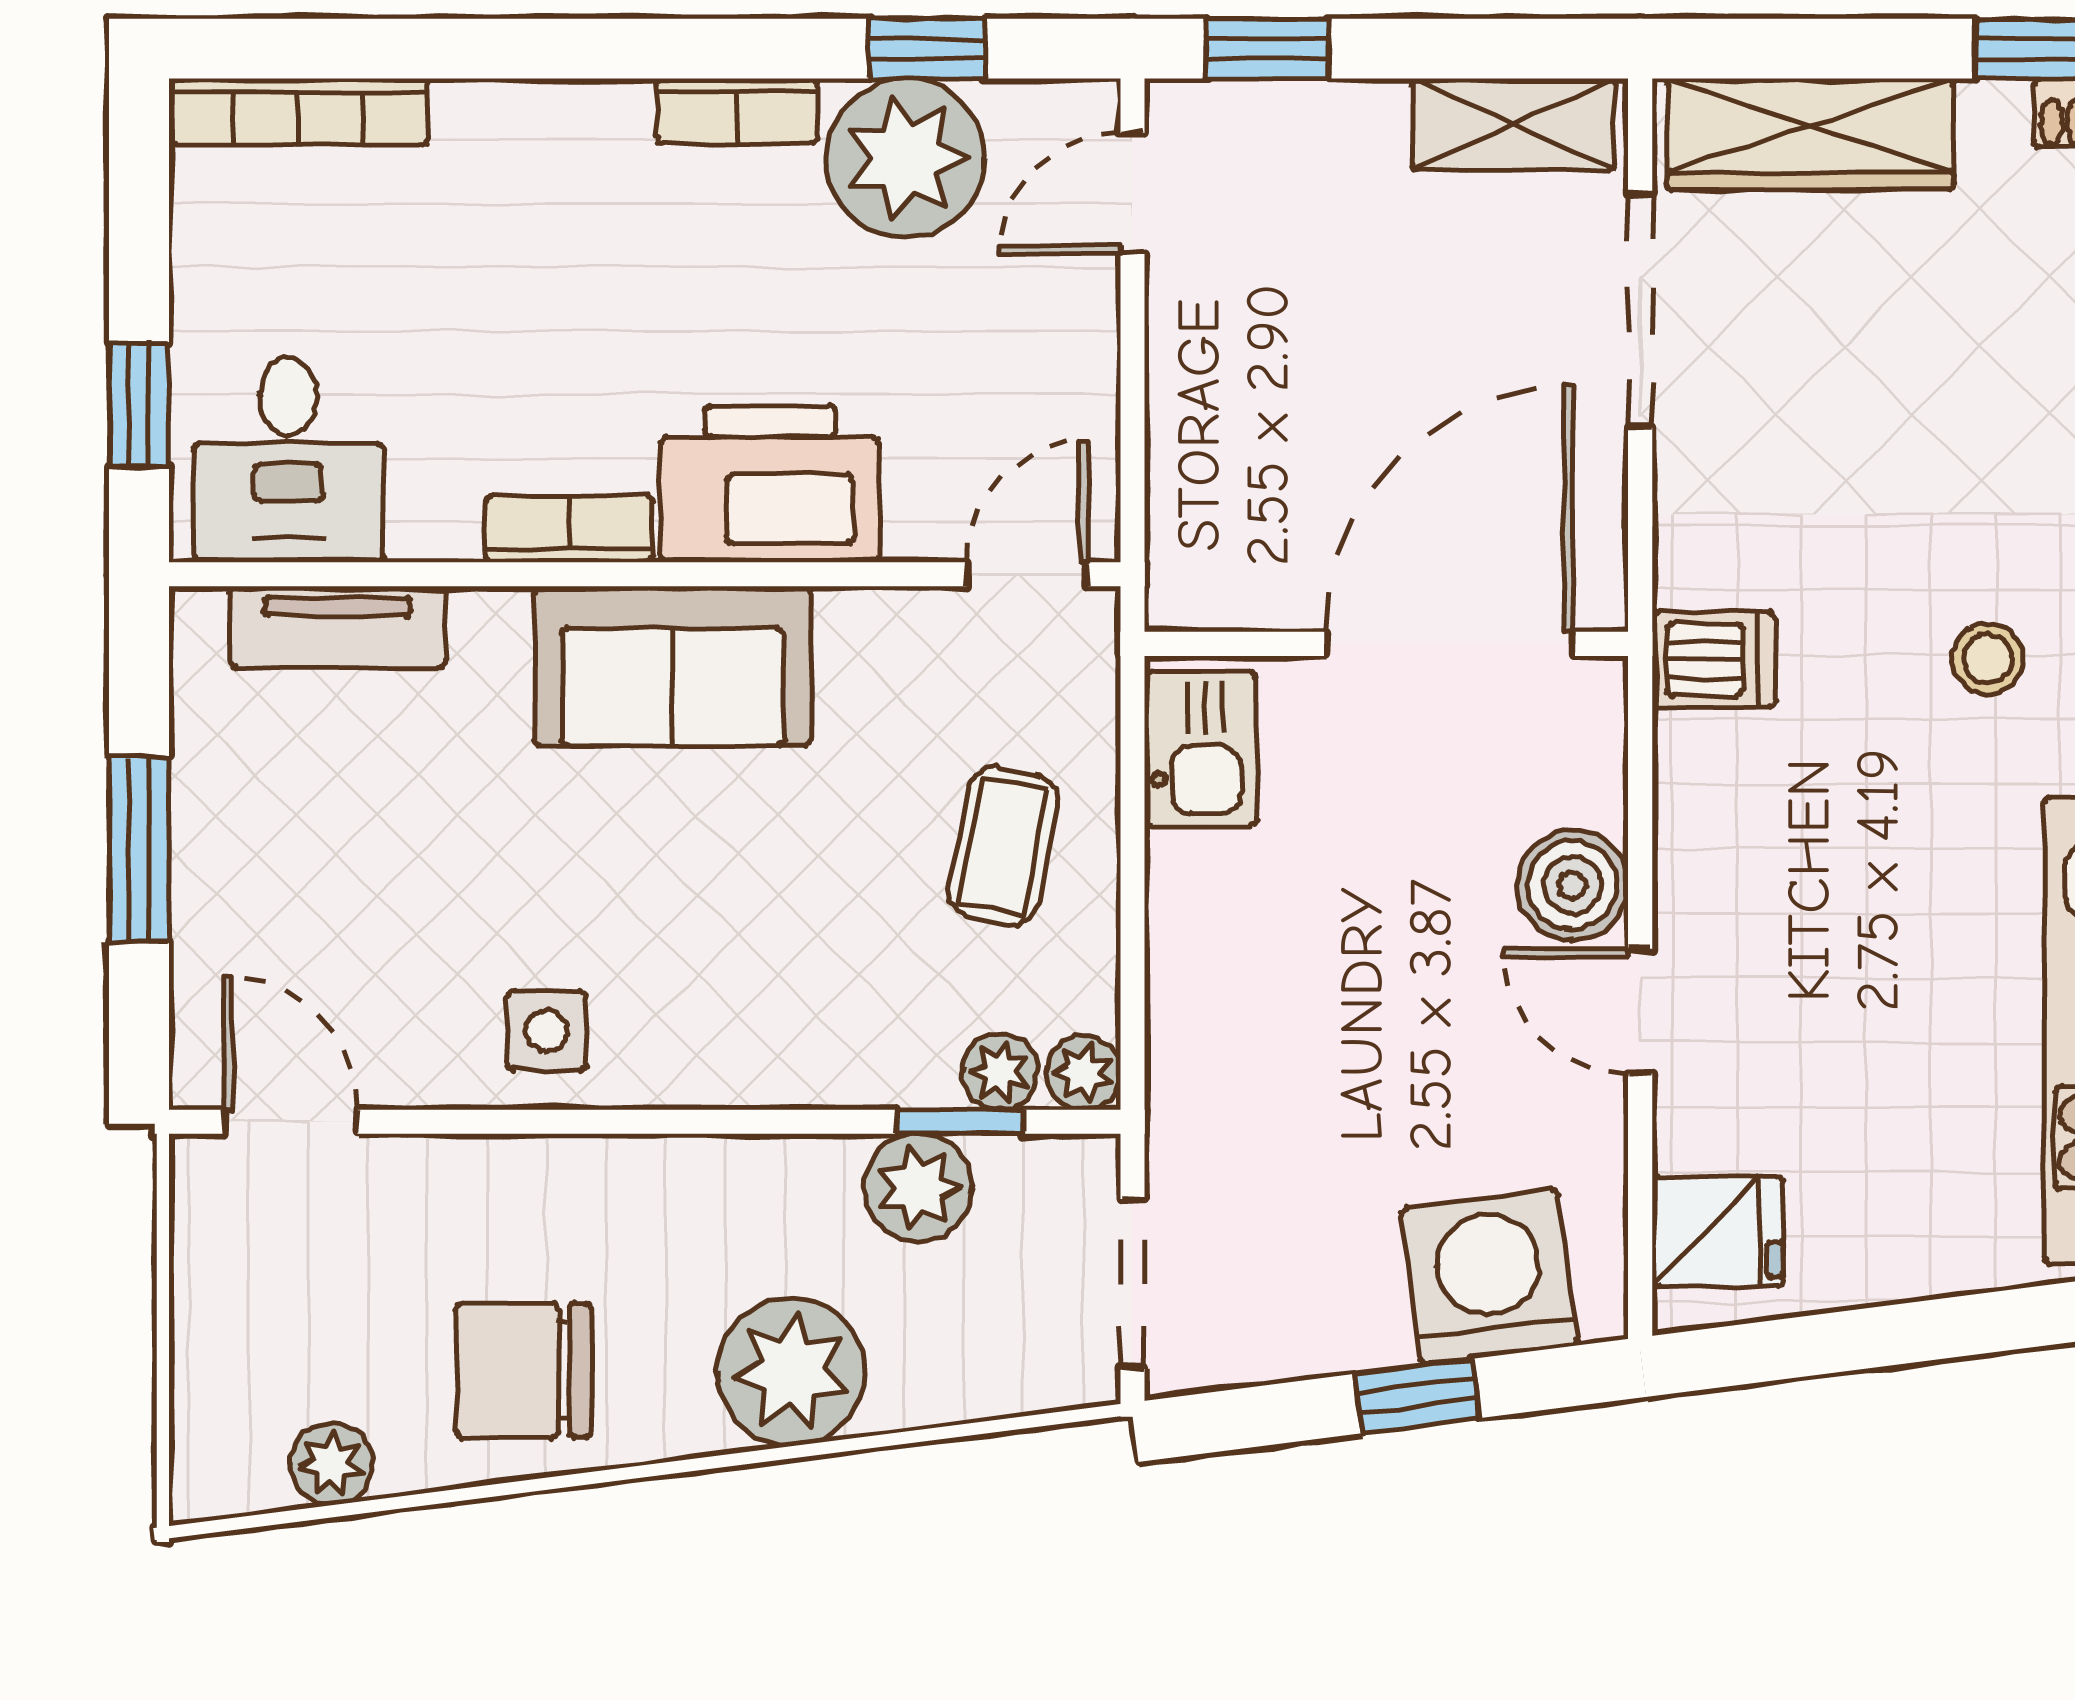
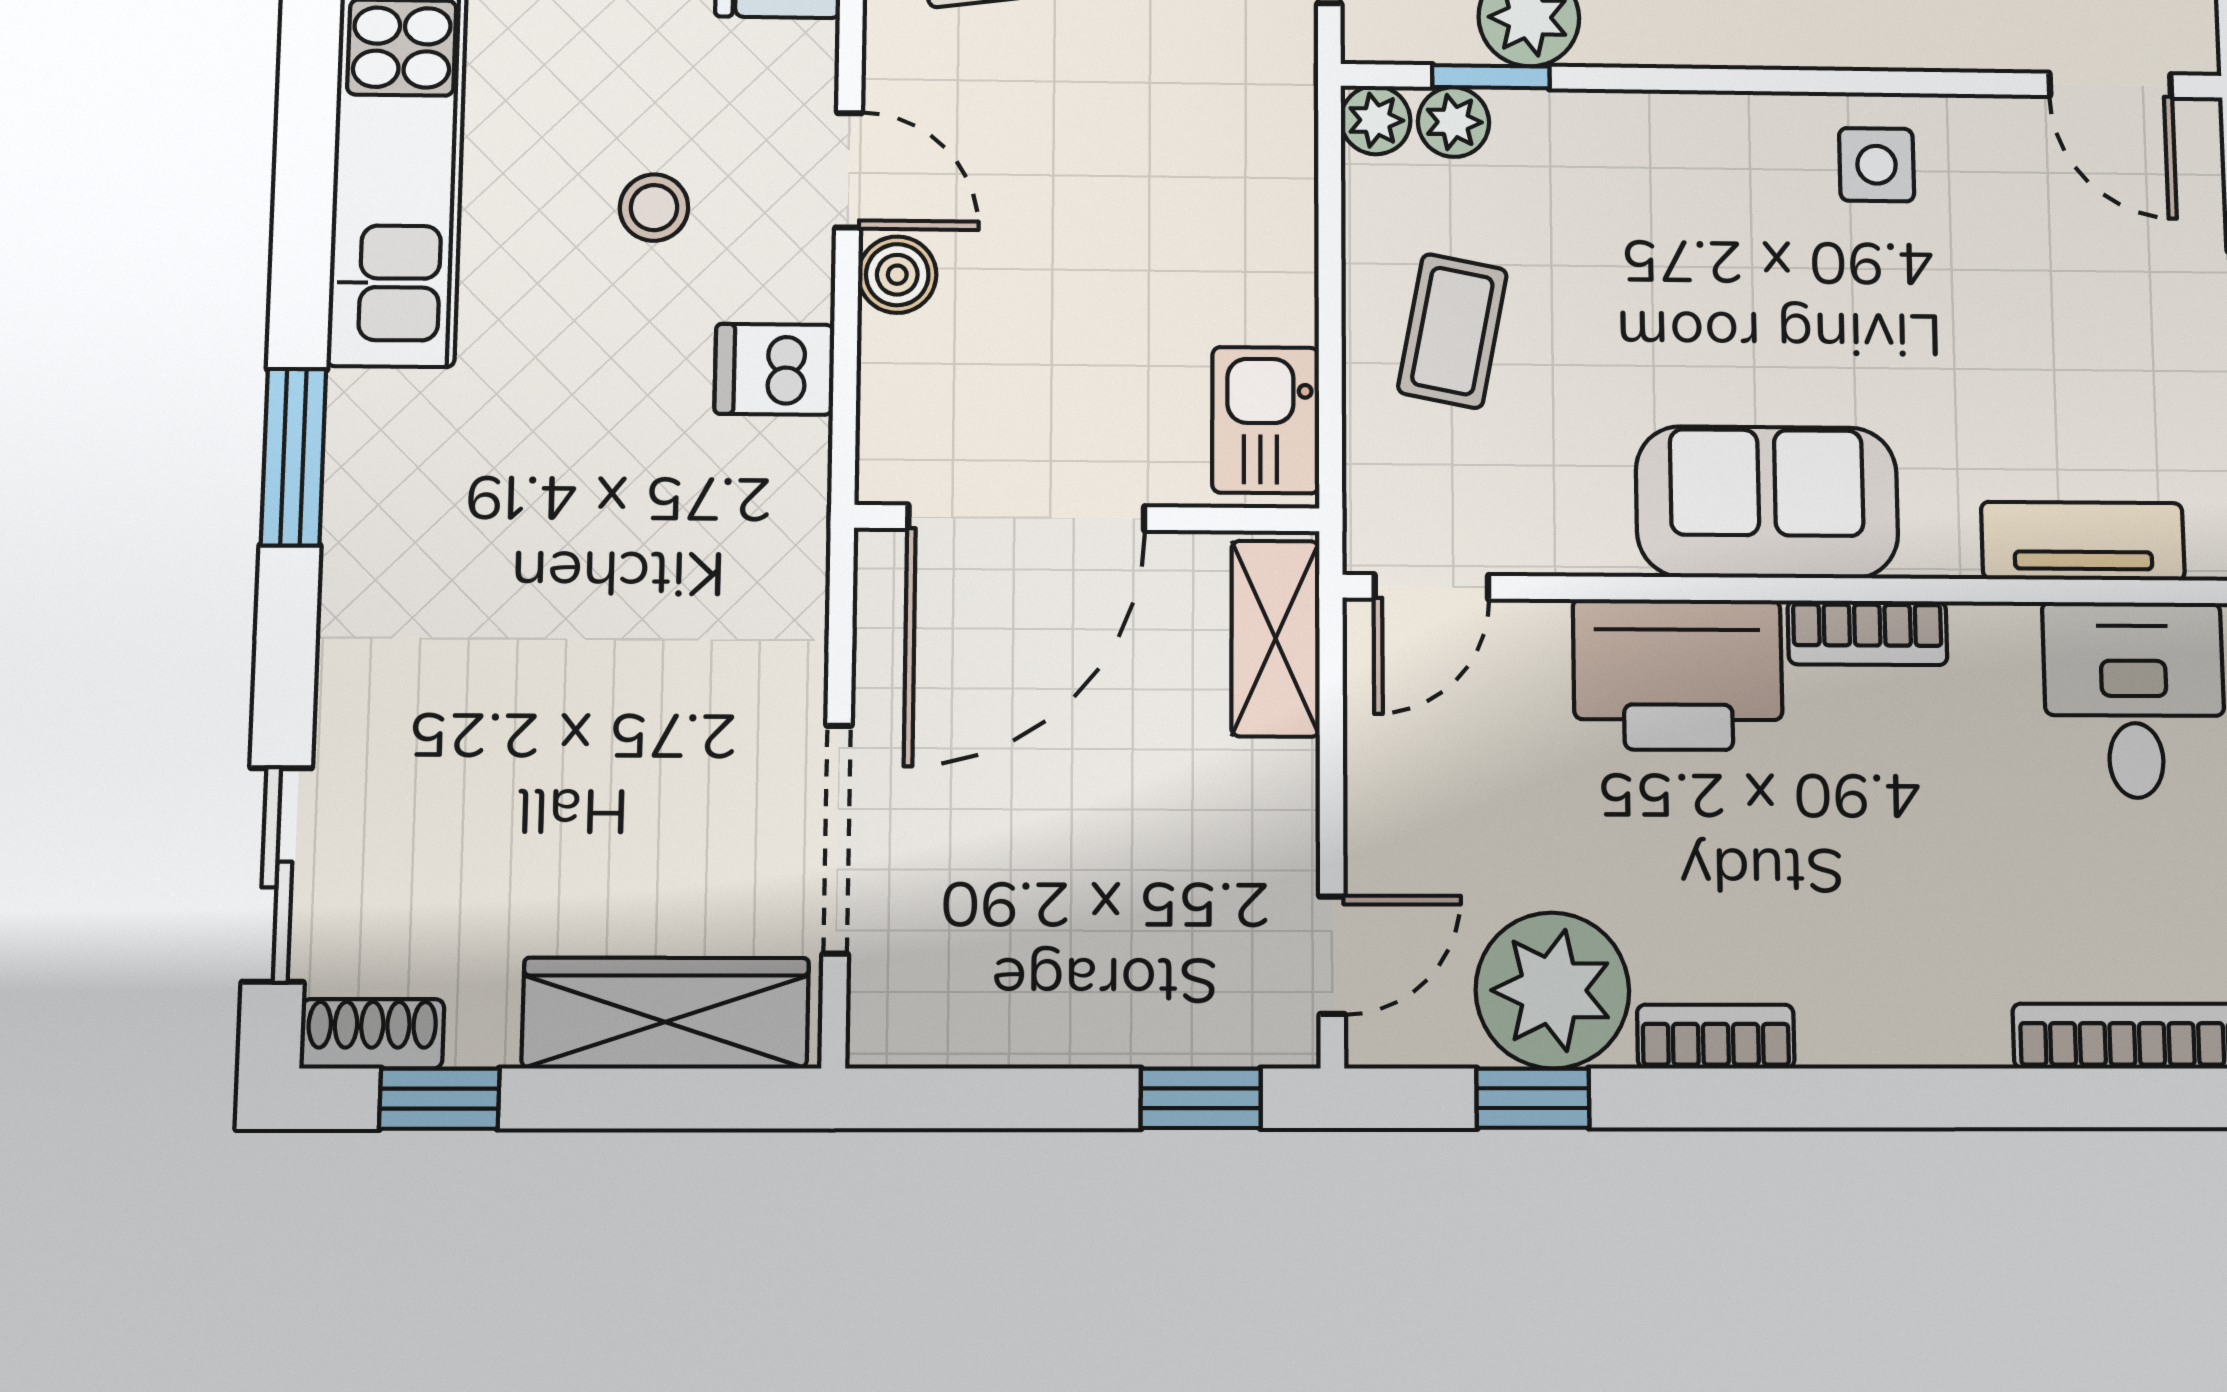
shelving: (1514, 124) -> (1276, 638), moved, turned 90
stool: (1988, 659) -> (654, 208), moved
dishwasher: (1713, 660) -> (774, 369), moved
boiler: (1573, 885) -> (897, 275), width x0.73, depth x0.73

